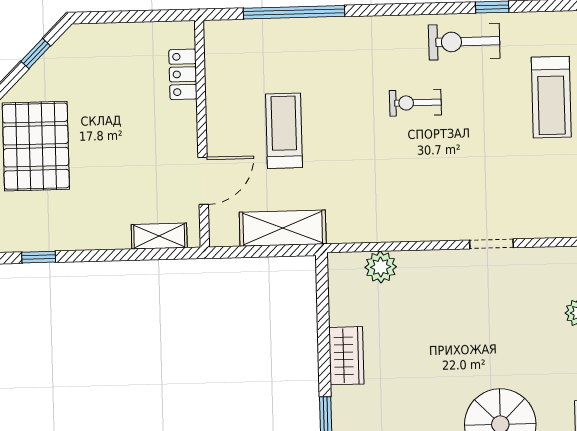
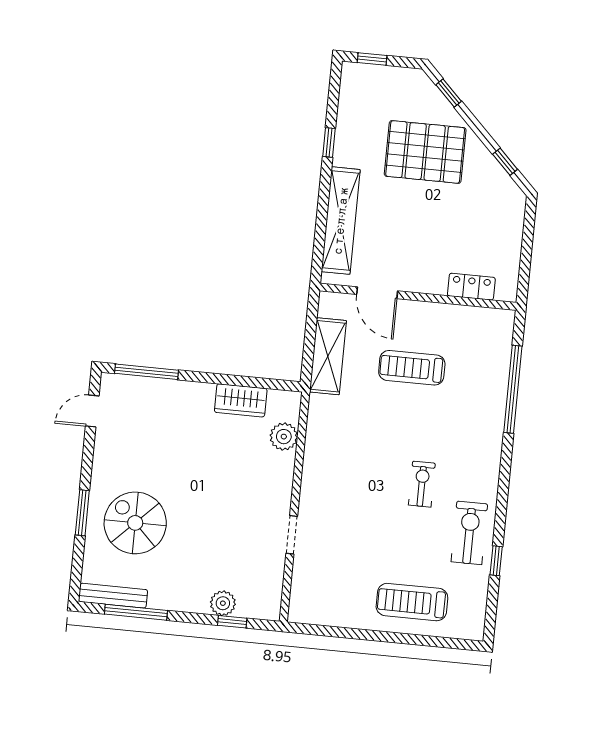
treadmill: (284, 131) -> (412, 368), turned 180
shelving: (159, 236) -> (341, 221), width x2.20, depth x1.33
wardrobe: (346, 356) -> (241, 400), moved

